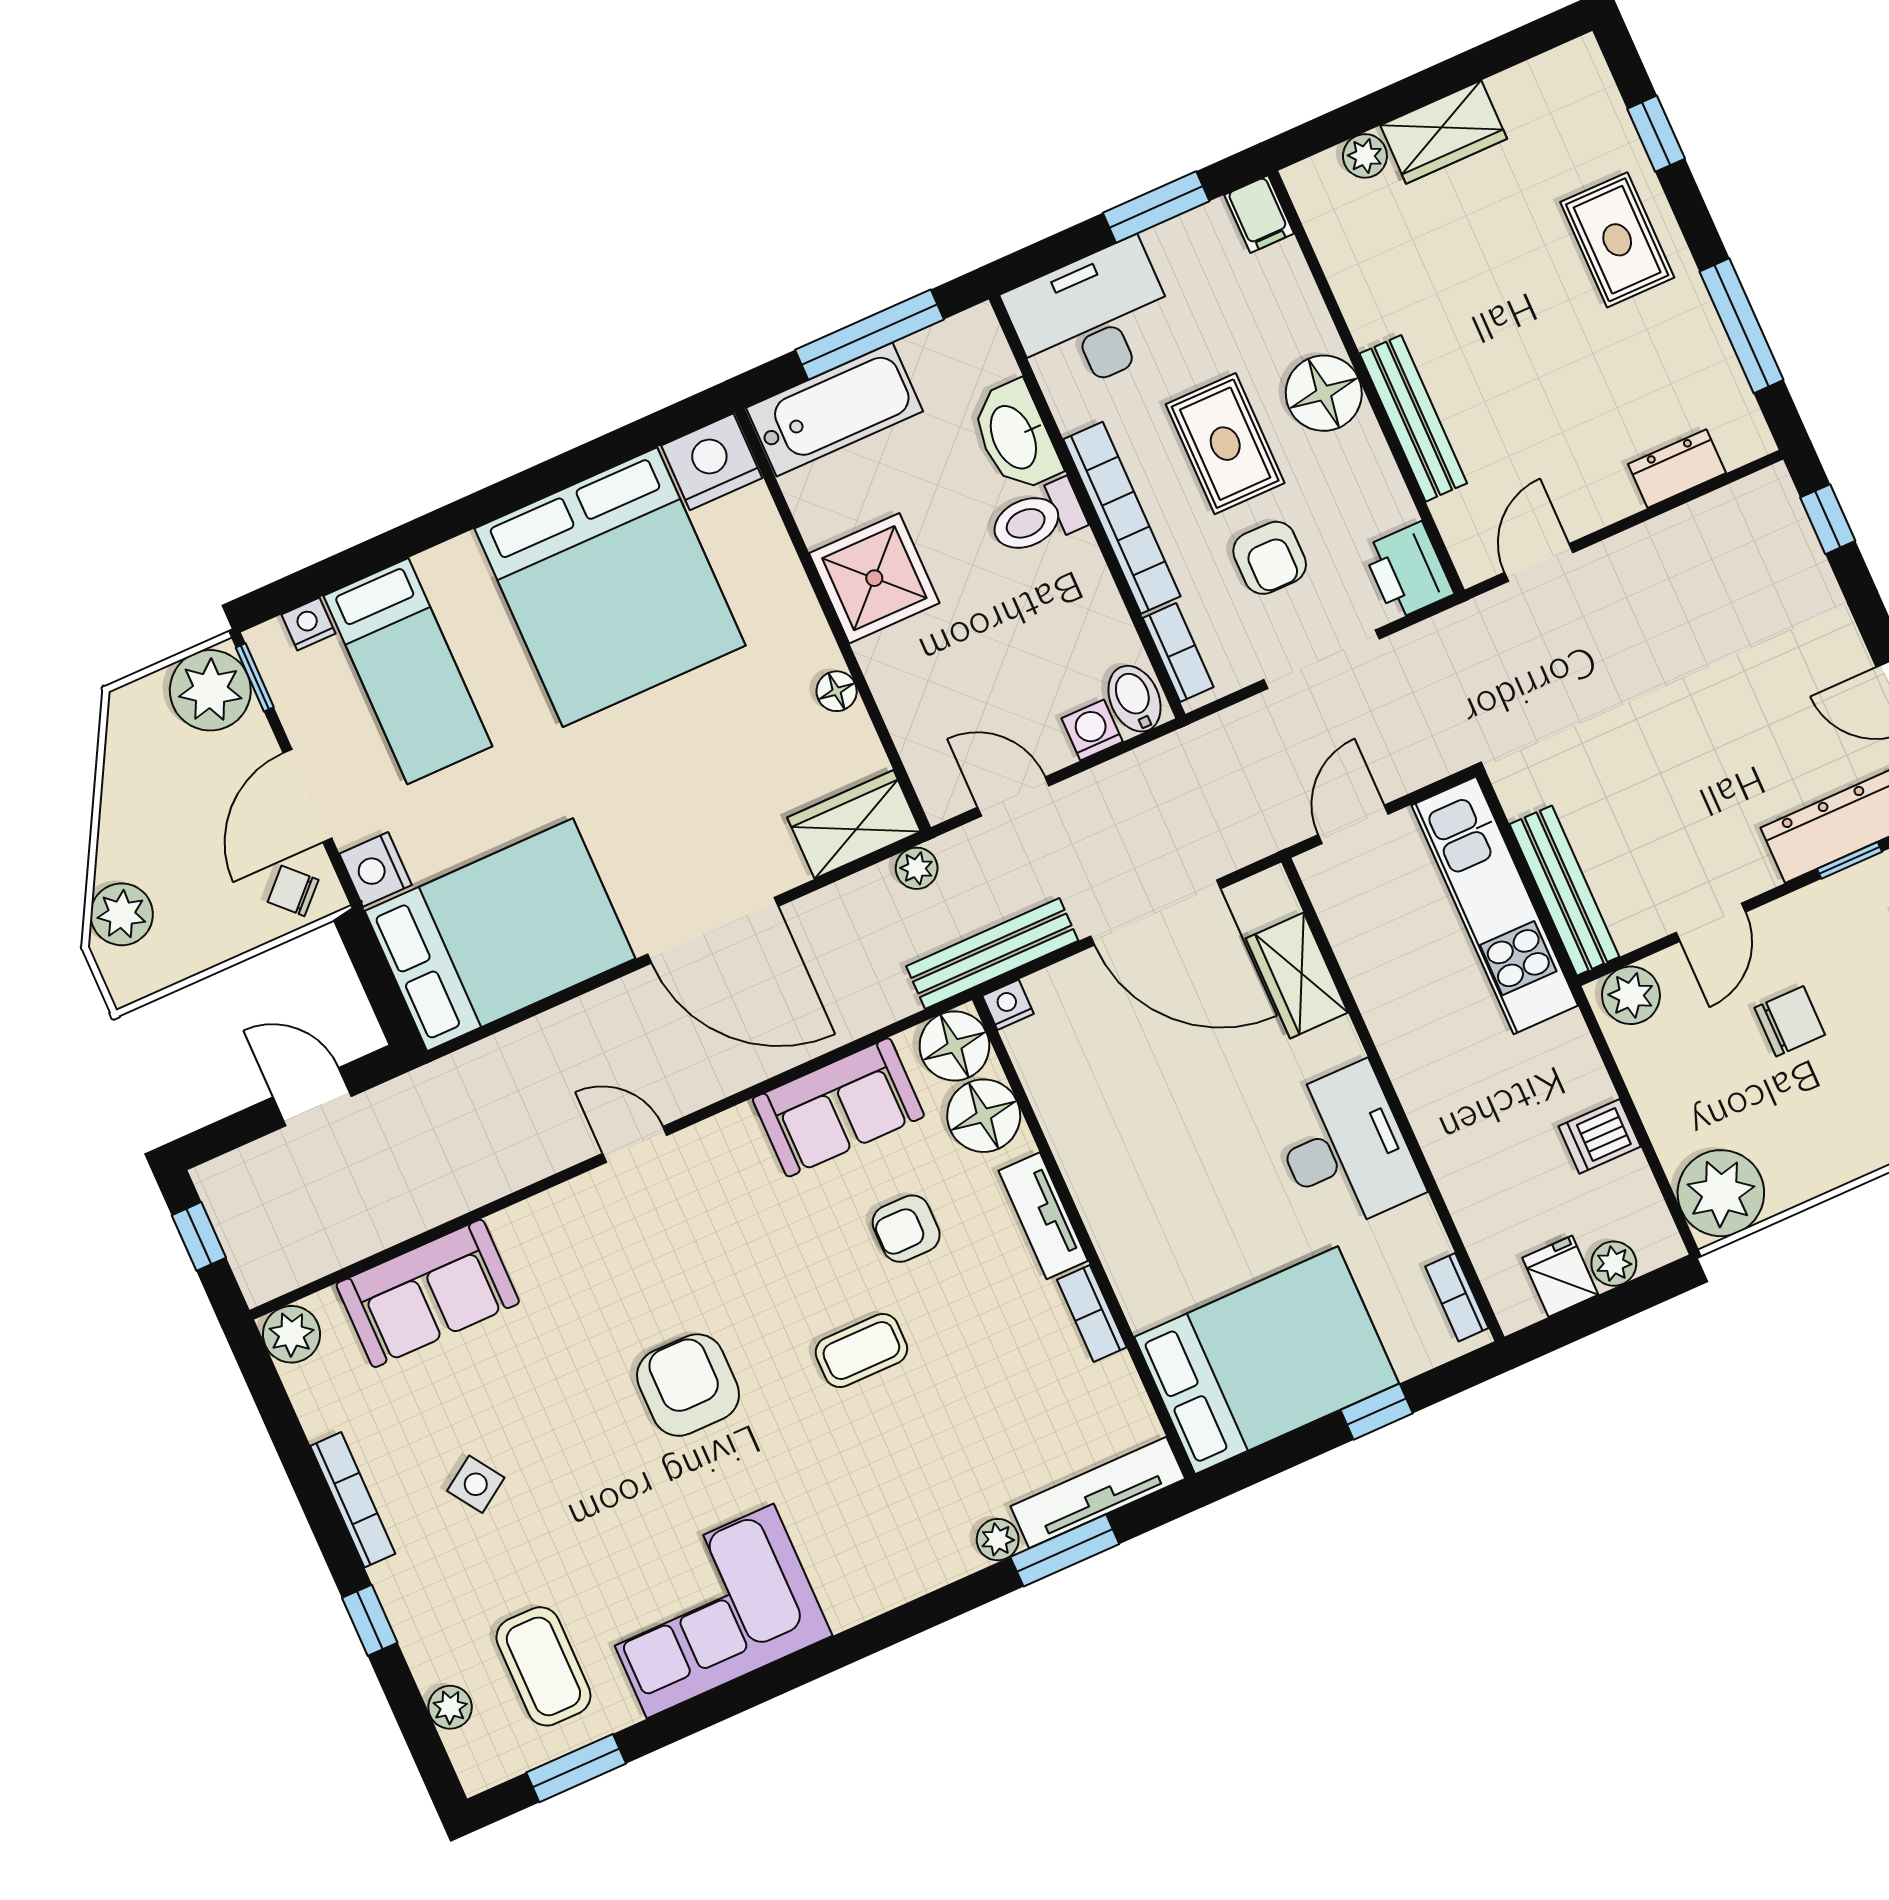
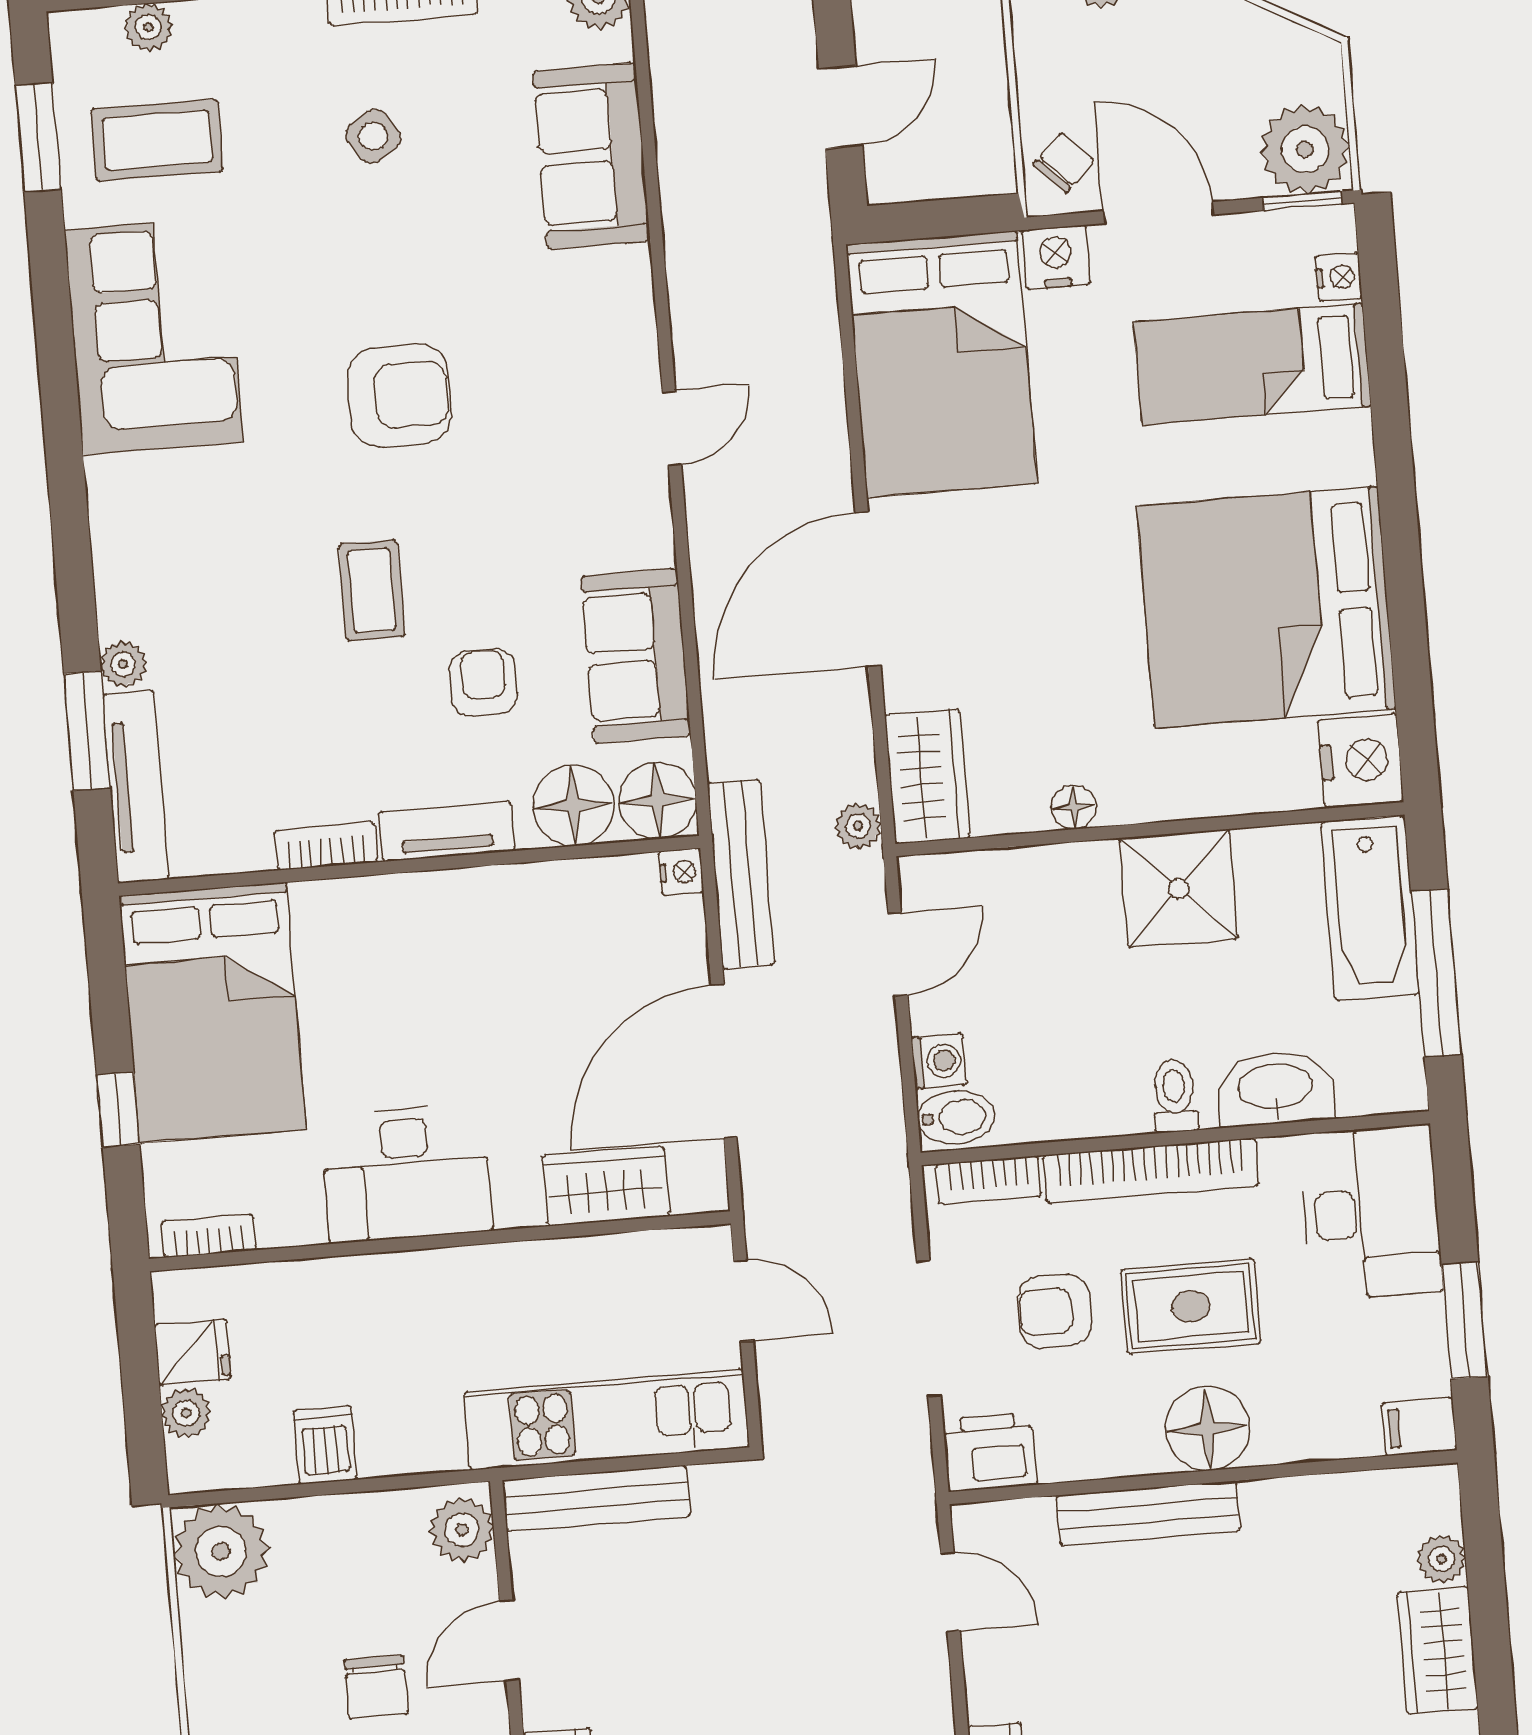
toilet: (1037, 518) -> (1174, 1096), width x0.73, depth x0.72
door: (1711, 922) -> (509, 1640), hinge flipped

